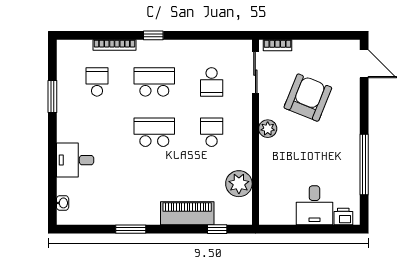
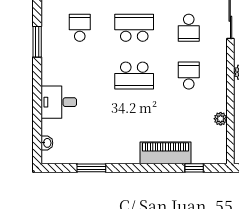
school desk: (154, 132) -> (134, 76), turned 180
plant: (239, 184) -> (221, 119), width x0.53, depth x0.53
window: (131, 229) -> (91, 168), moved

